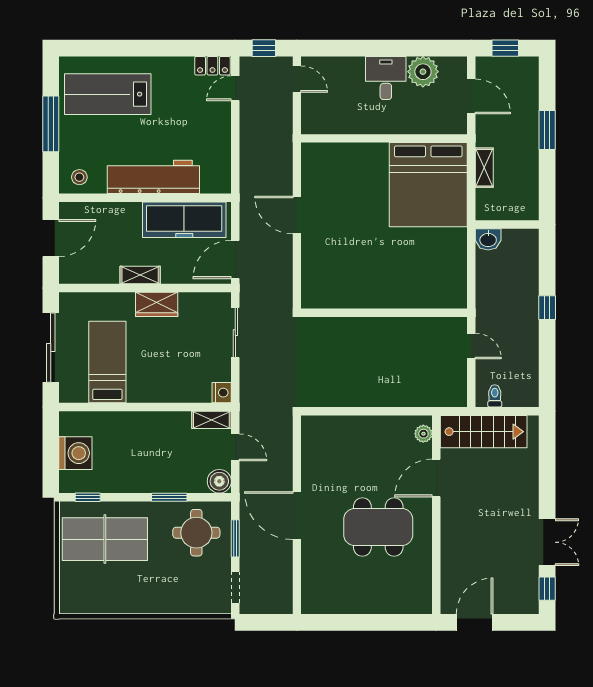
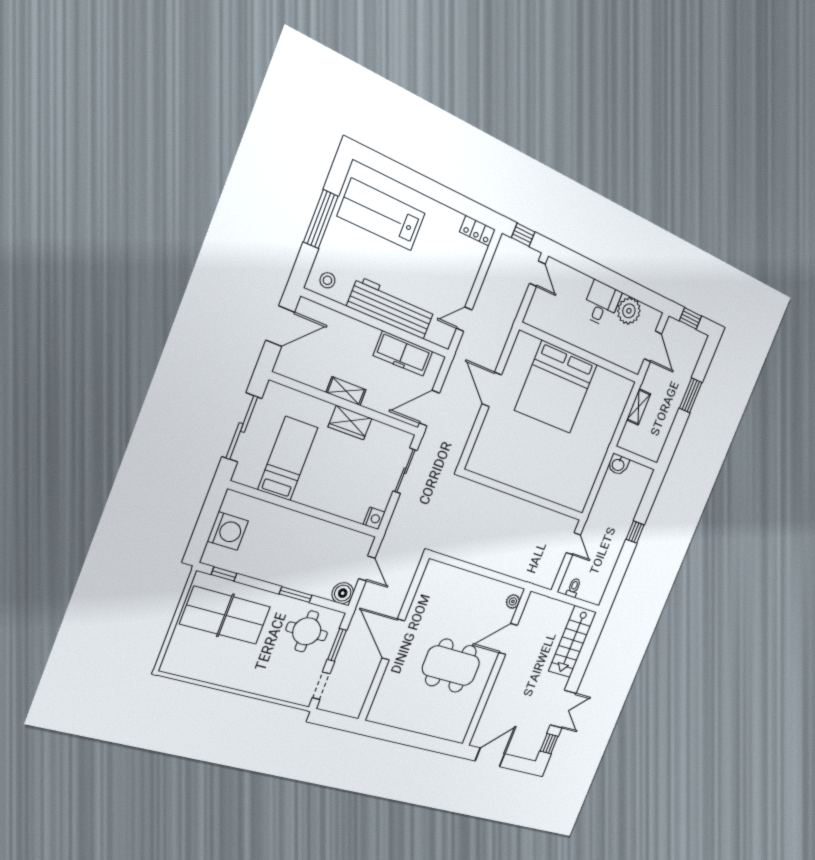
door: (235, 88) -> (464, 319), moved
bed: (428, 185) -> (556, 387), moved
freezer: (184, 220) -> (403, 354), width x0.73, depth x0.79
shelving: (211, 420) -> (357, 539), removed
stairs: (484, 432) -> (573, 642), moved, turned 90

